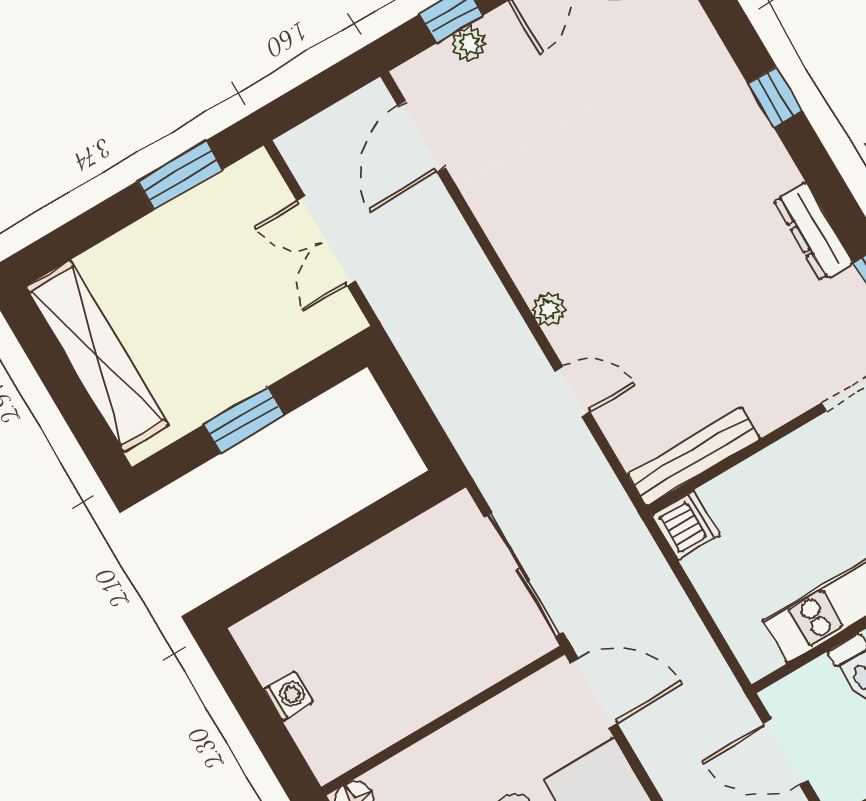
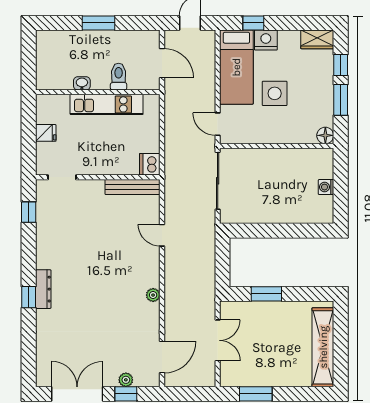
dresser: (813, 231) -> (43, 289), moved
plant: (549, 309) -> (153, 295), moved
window: (244, 420) -> (266, 294), moved
door: (594, 693) -> (218, 124), width x0.73

